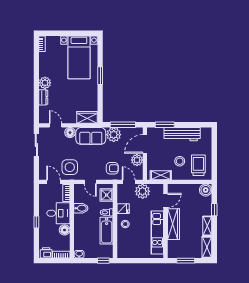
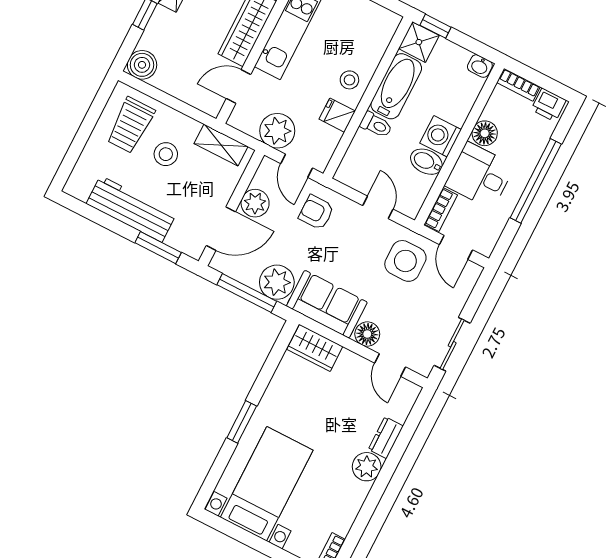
shower: (107, 195) -> (419, 42), moved
washing machine: (80, 220) -> (441, 136), added
window: (36, 222) -> (536, 181), width x3.17

